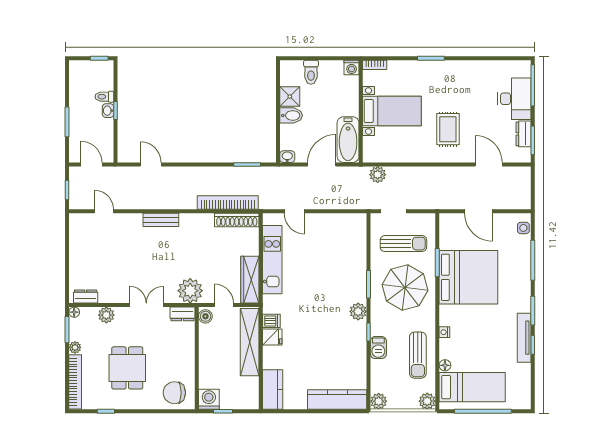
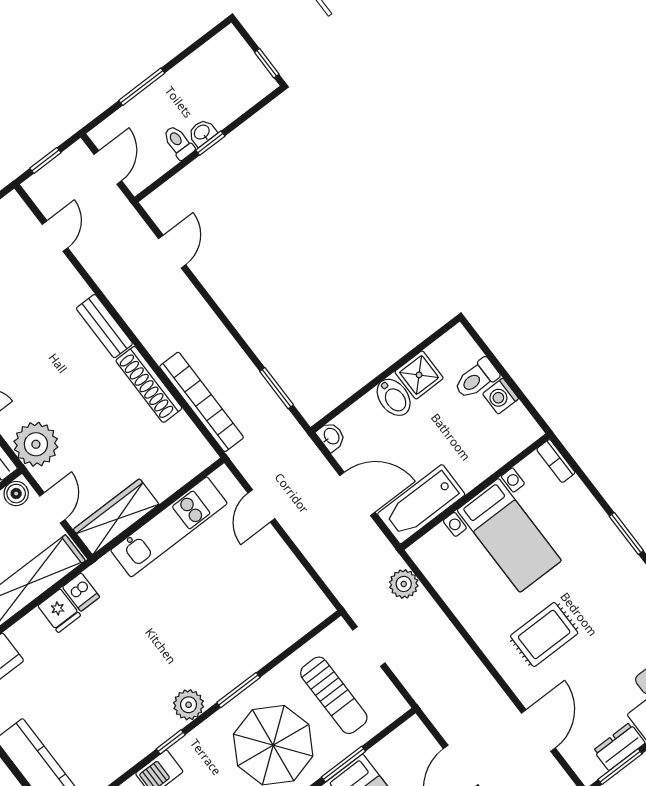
washing machine: (352, 67) -> (501, 396), moved
toilet: (104, 97) -> (179, 142), moved
shoe rack: (237, 220) -> (149, 384), moved

